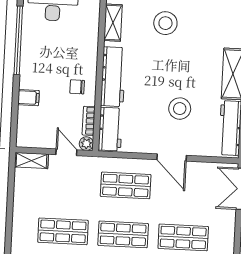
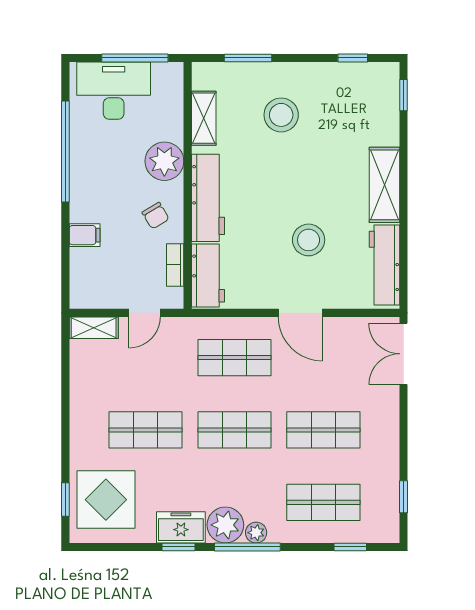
chair: (77, 87) -> (156, 216), turned -121
plant: (86, 144) -> (164, 161), moved, width x1.87, depth x1.87
door: (66, 152) -> (145, 313), swing flipped

